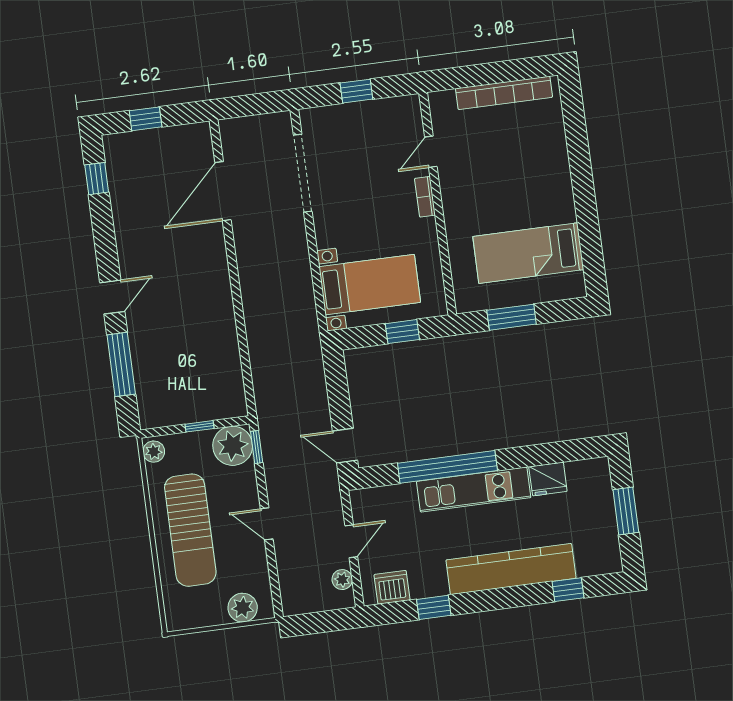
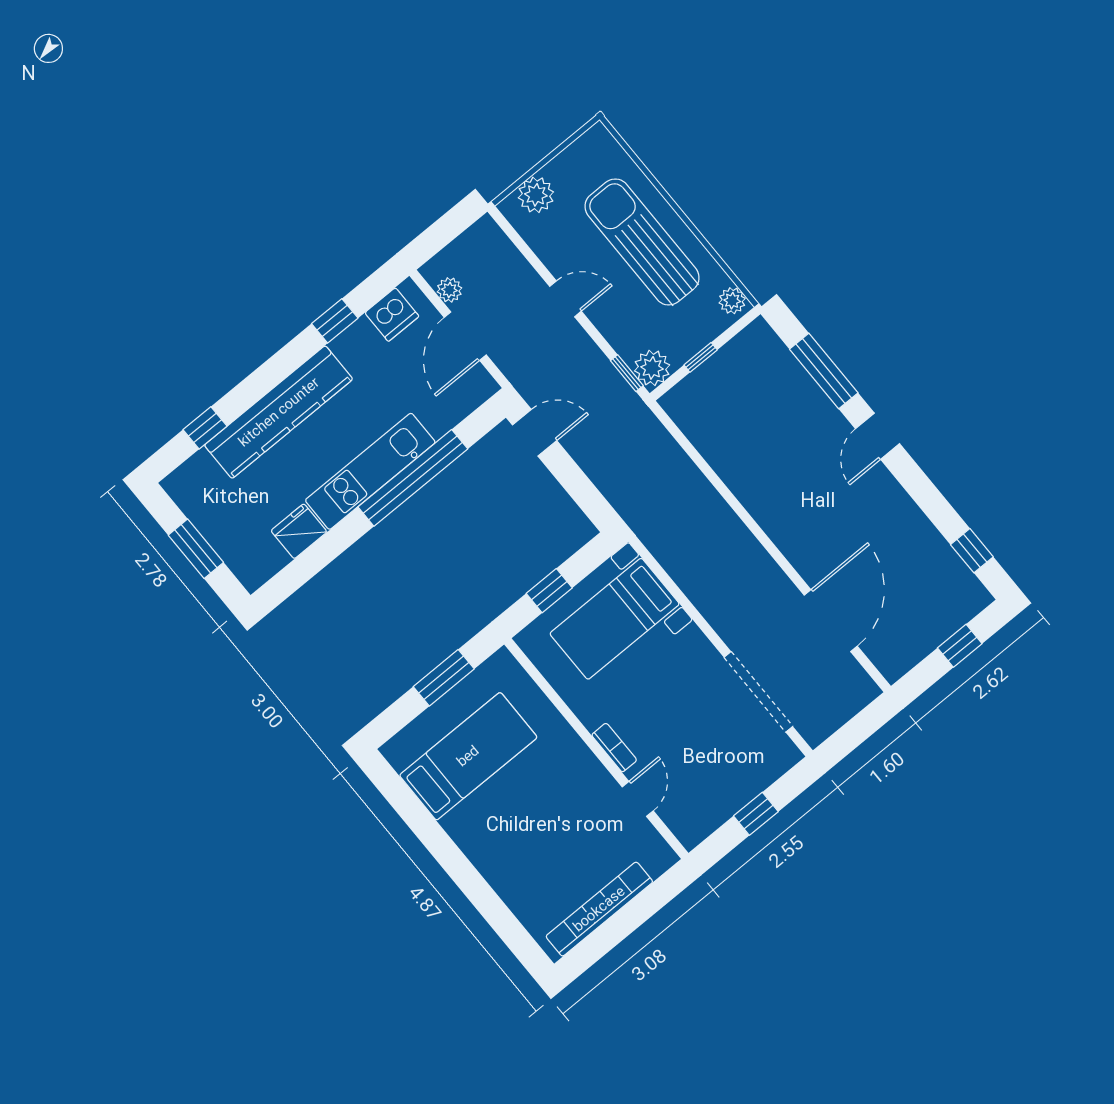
plant: (233, 446) -> (652, 368), width x0.73, depth x0.73
door: (351, 541) -> (465, 336), width x1.38

